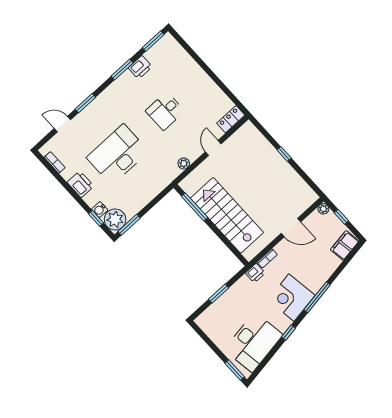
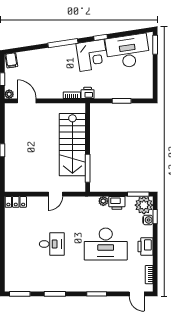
printer: (140, 67) -> (117, 203), moved, turned 180
door: (62, 124) -> (137, 294), moved
door: (213, 148) -> (55, 194), moved
plant: (184, 163) -> (103, 201), moved
door: (291, 228) -> (27, 101), moved
filing cabinet: (345, 245) -> (11, 60), width x0.50
corner desk: (291, 298) -> (92, 55), moved

